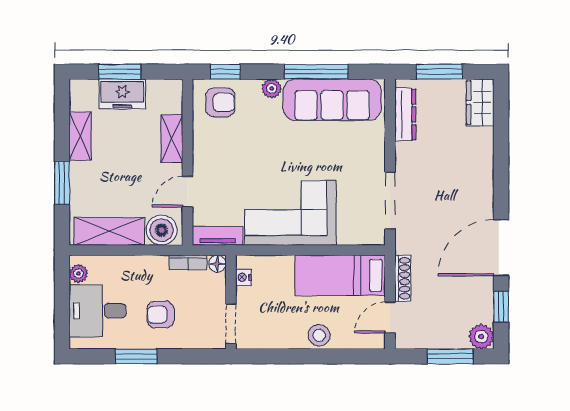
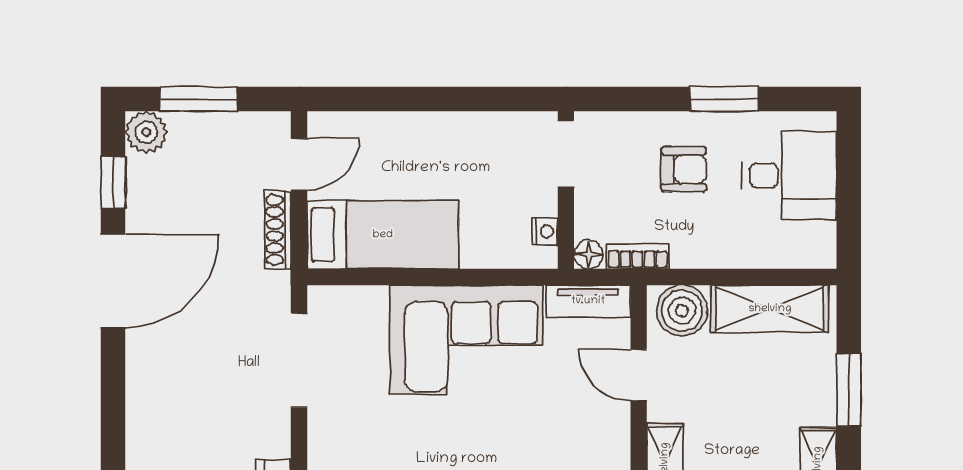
door: (187, 192) -> (639, 375), swing flipped
plant: (78, 273) -> (821, 238), removed
stool: (319, 335) -> (418, 134), removed

